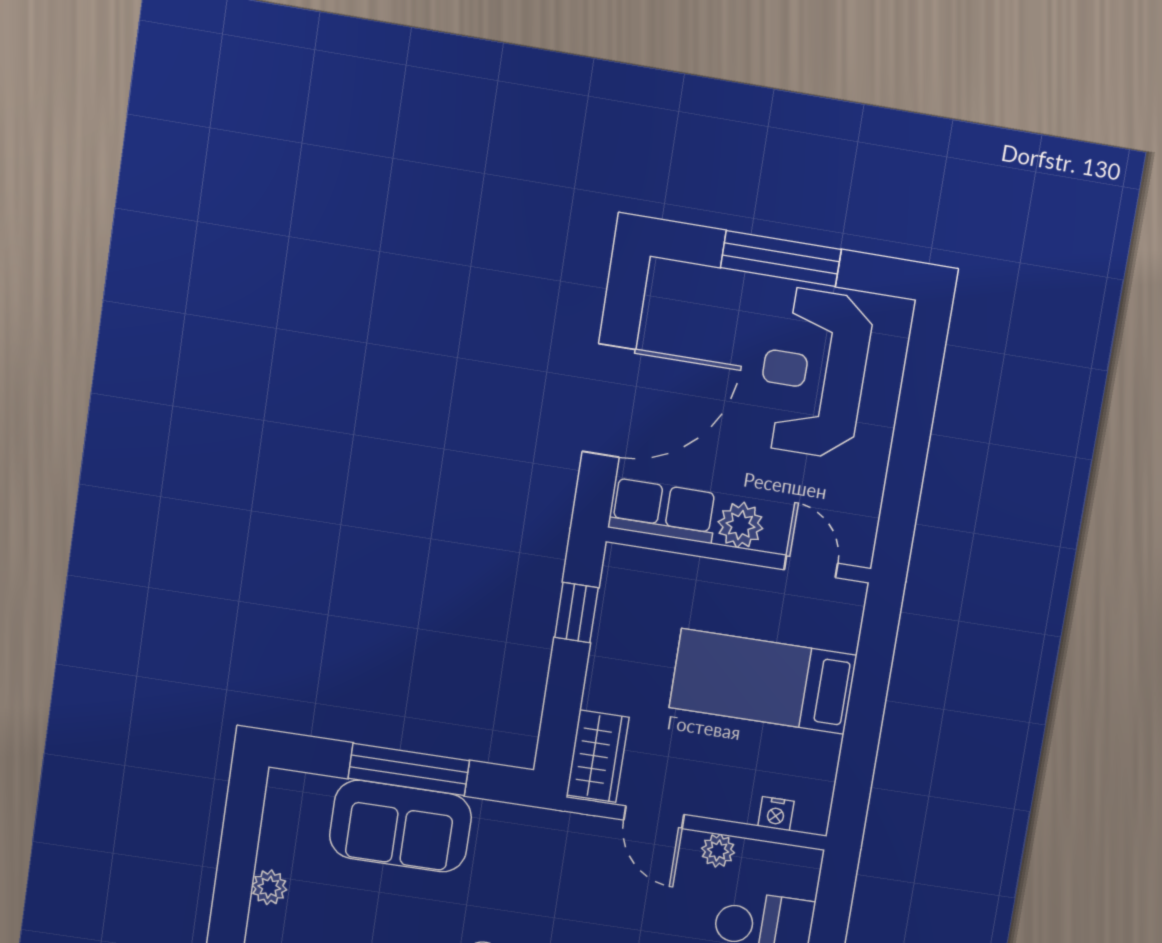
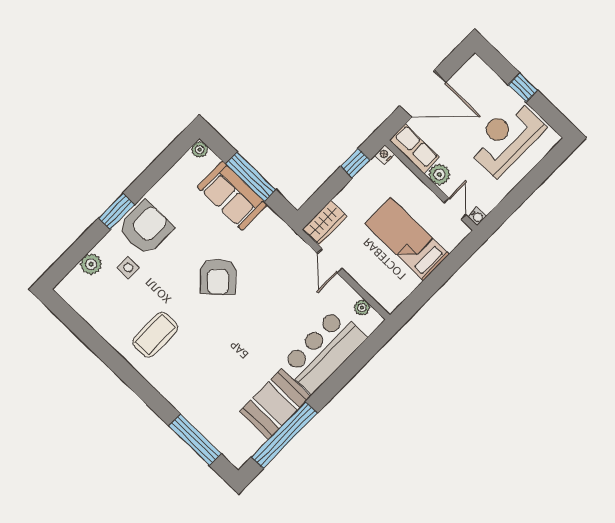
window: (781, 259) -> (523, 87), width x0.46
water cooler: (860, 552) -> (477, 216), added
nightstand: (776, 814) -> (385, 155), moved, turned 90
plant: (718, 850) -> (362, 308), moved
plant: (269, 887) -> (200, 150), moved

